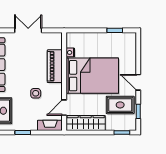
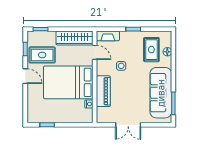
door: (64, 108) -> (95, 52), hinge flipped

